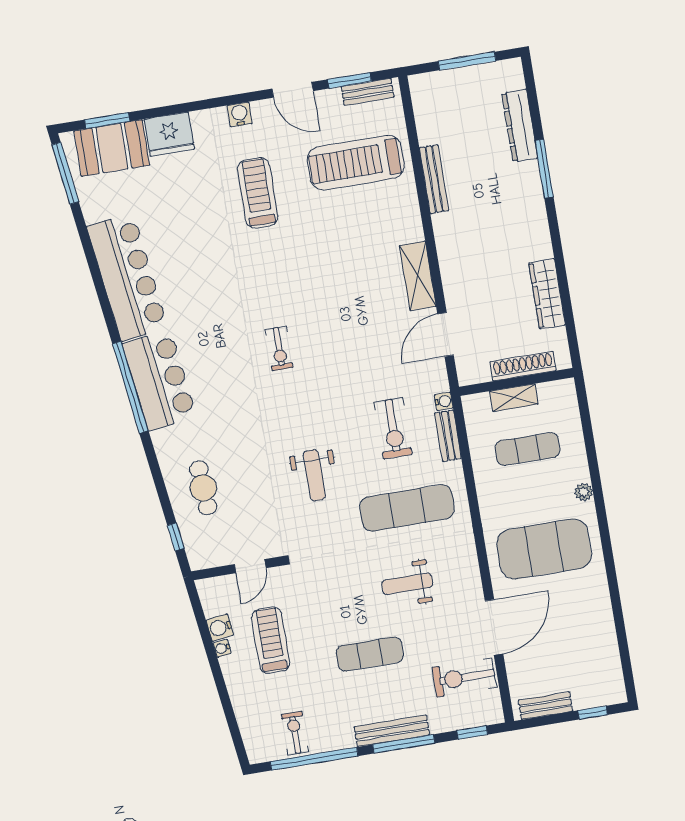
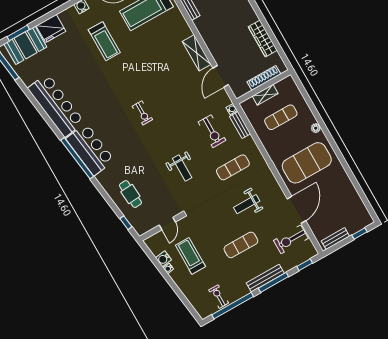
treadmill: (258, 193) -> (104, 41), turned 180
exercise mat: (407, 508) -> (233, 167), width x0.73, depth x0.69

